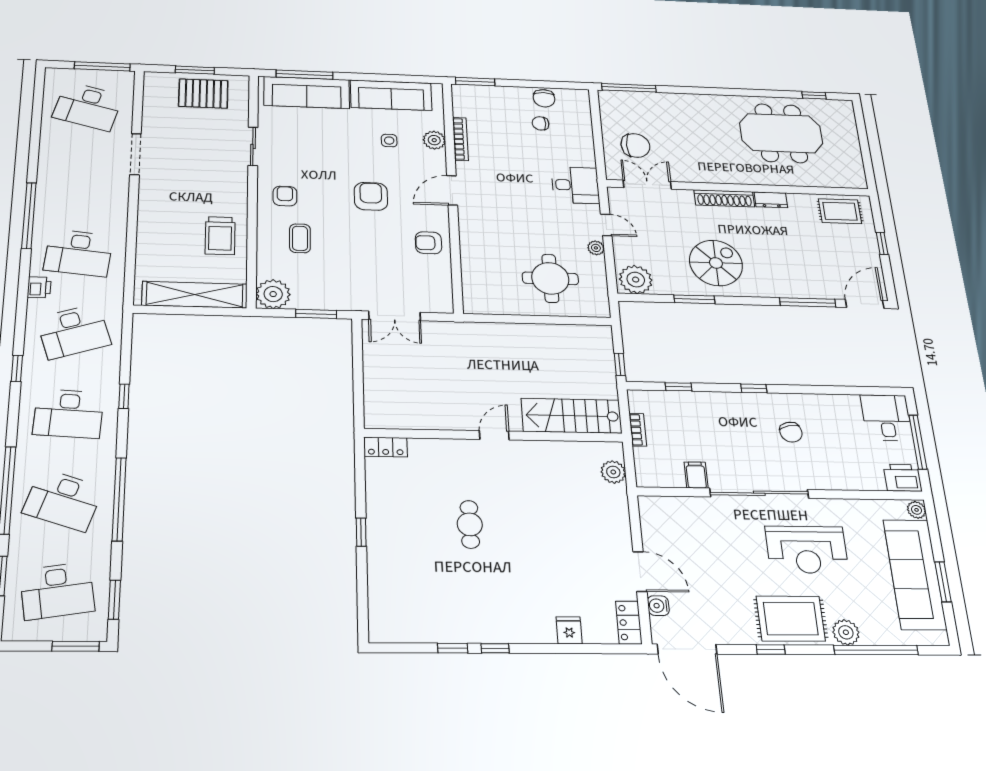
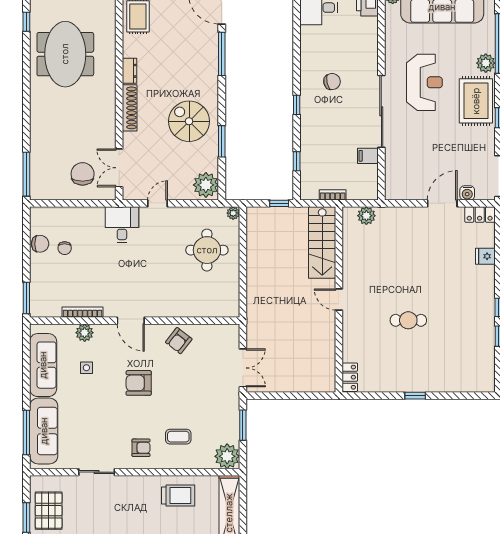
armchair: (285, 196) -> (141, 448), turned 180
armchair: (428, 243) -> (179, 341), turned 38
plant: (596, 248) -> (233, 213), moved

